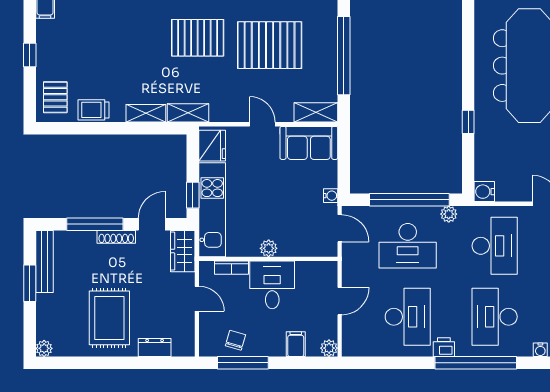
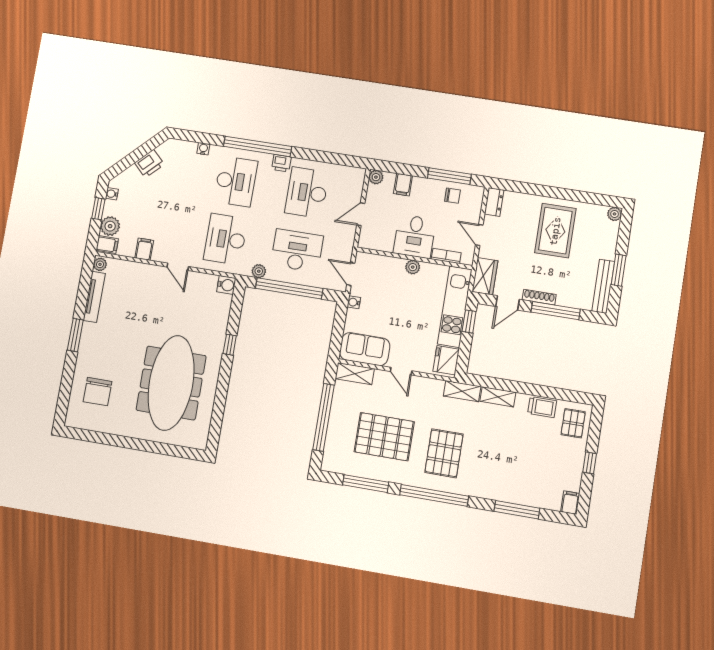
pallet: (198, 38) -> (444, 453), turned 90
chair: (235, 340) -> (452, 196), turned -106
dresser: (155, 348) -> (494, 202), moved, turned -90

